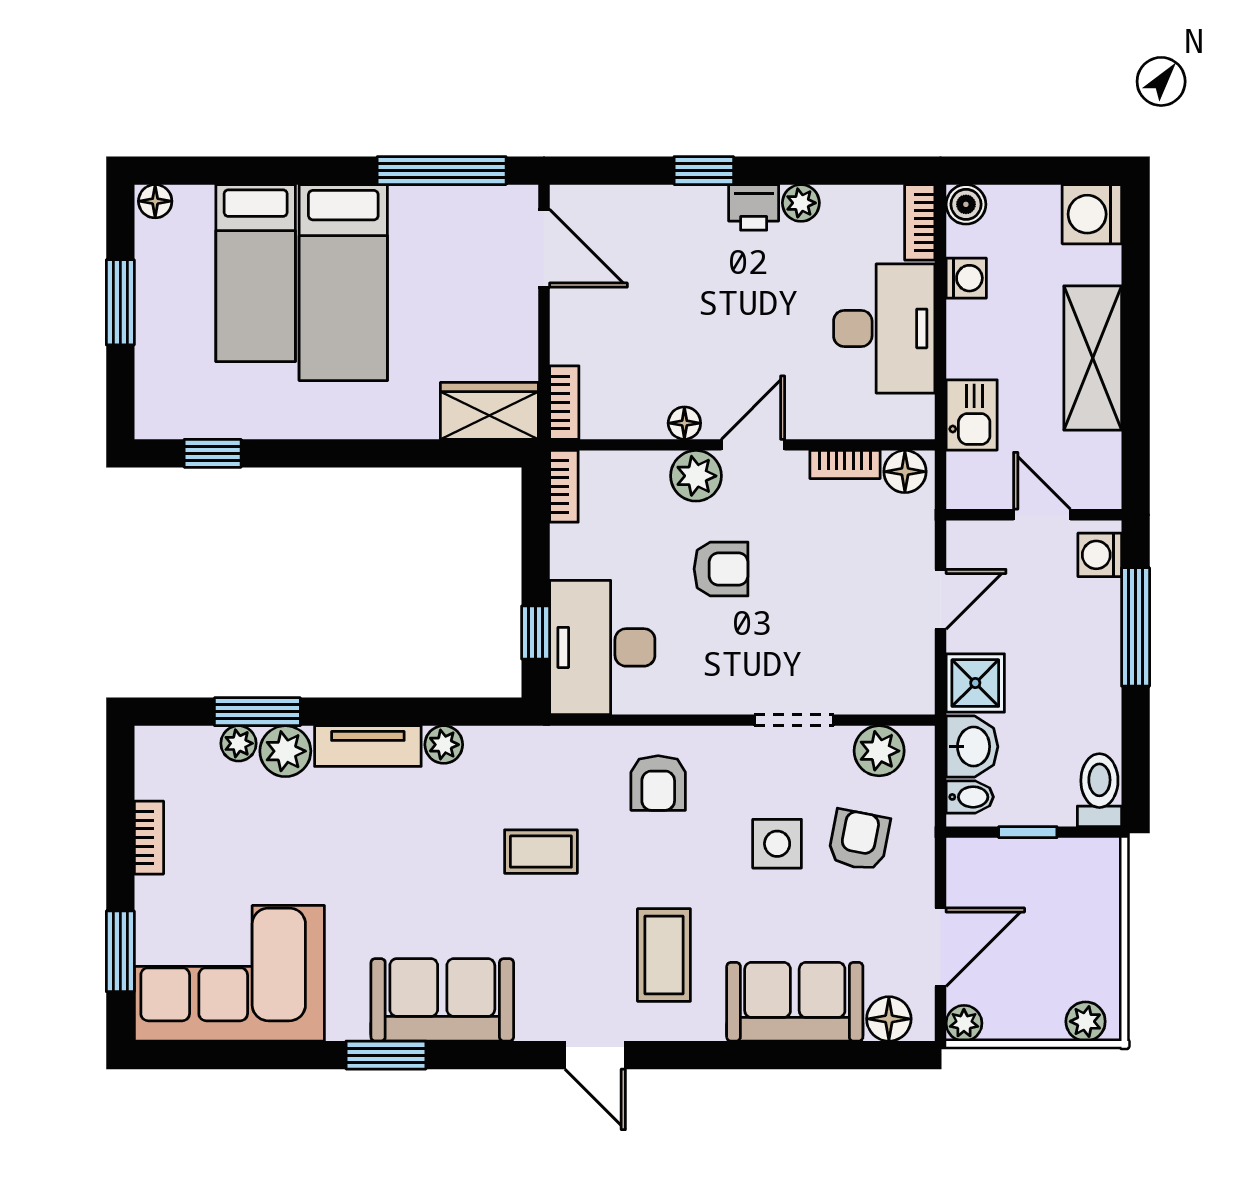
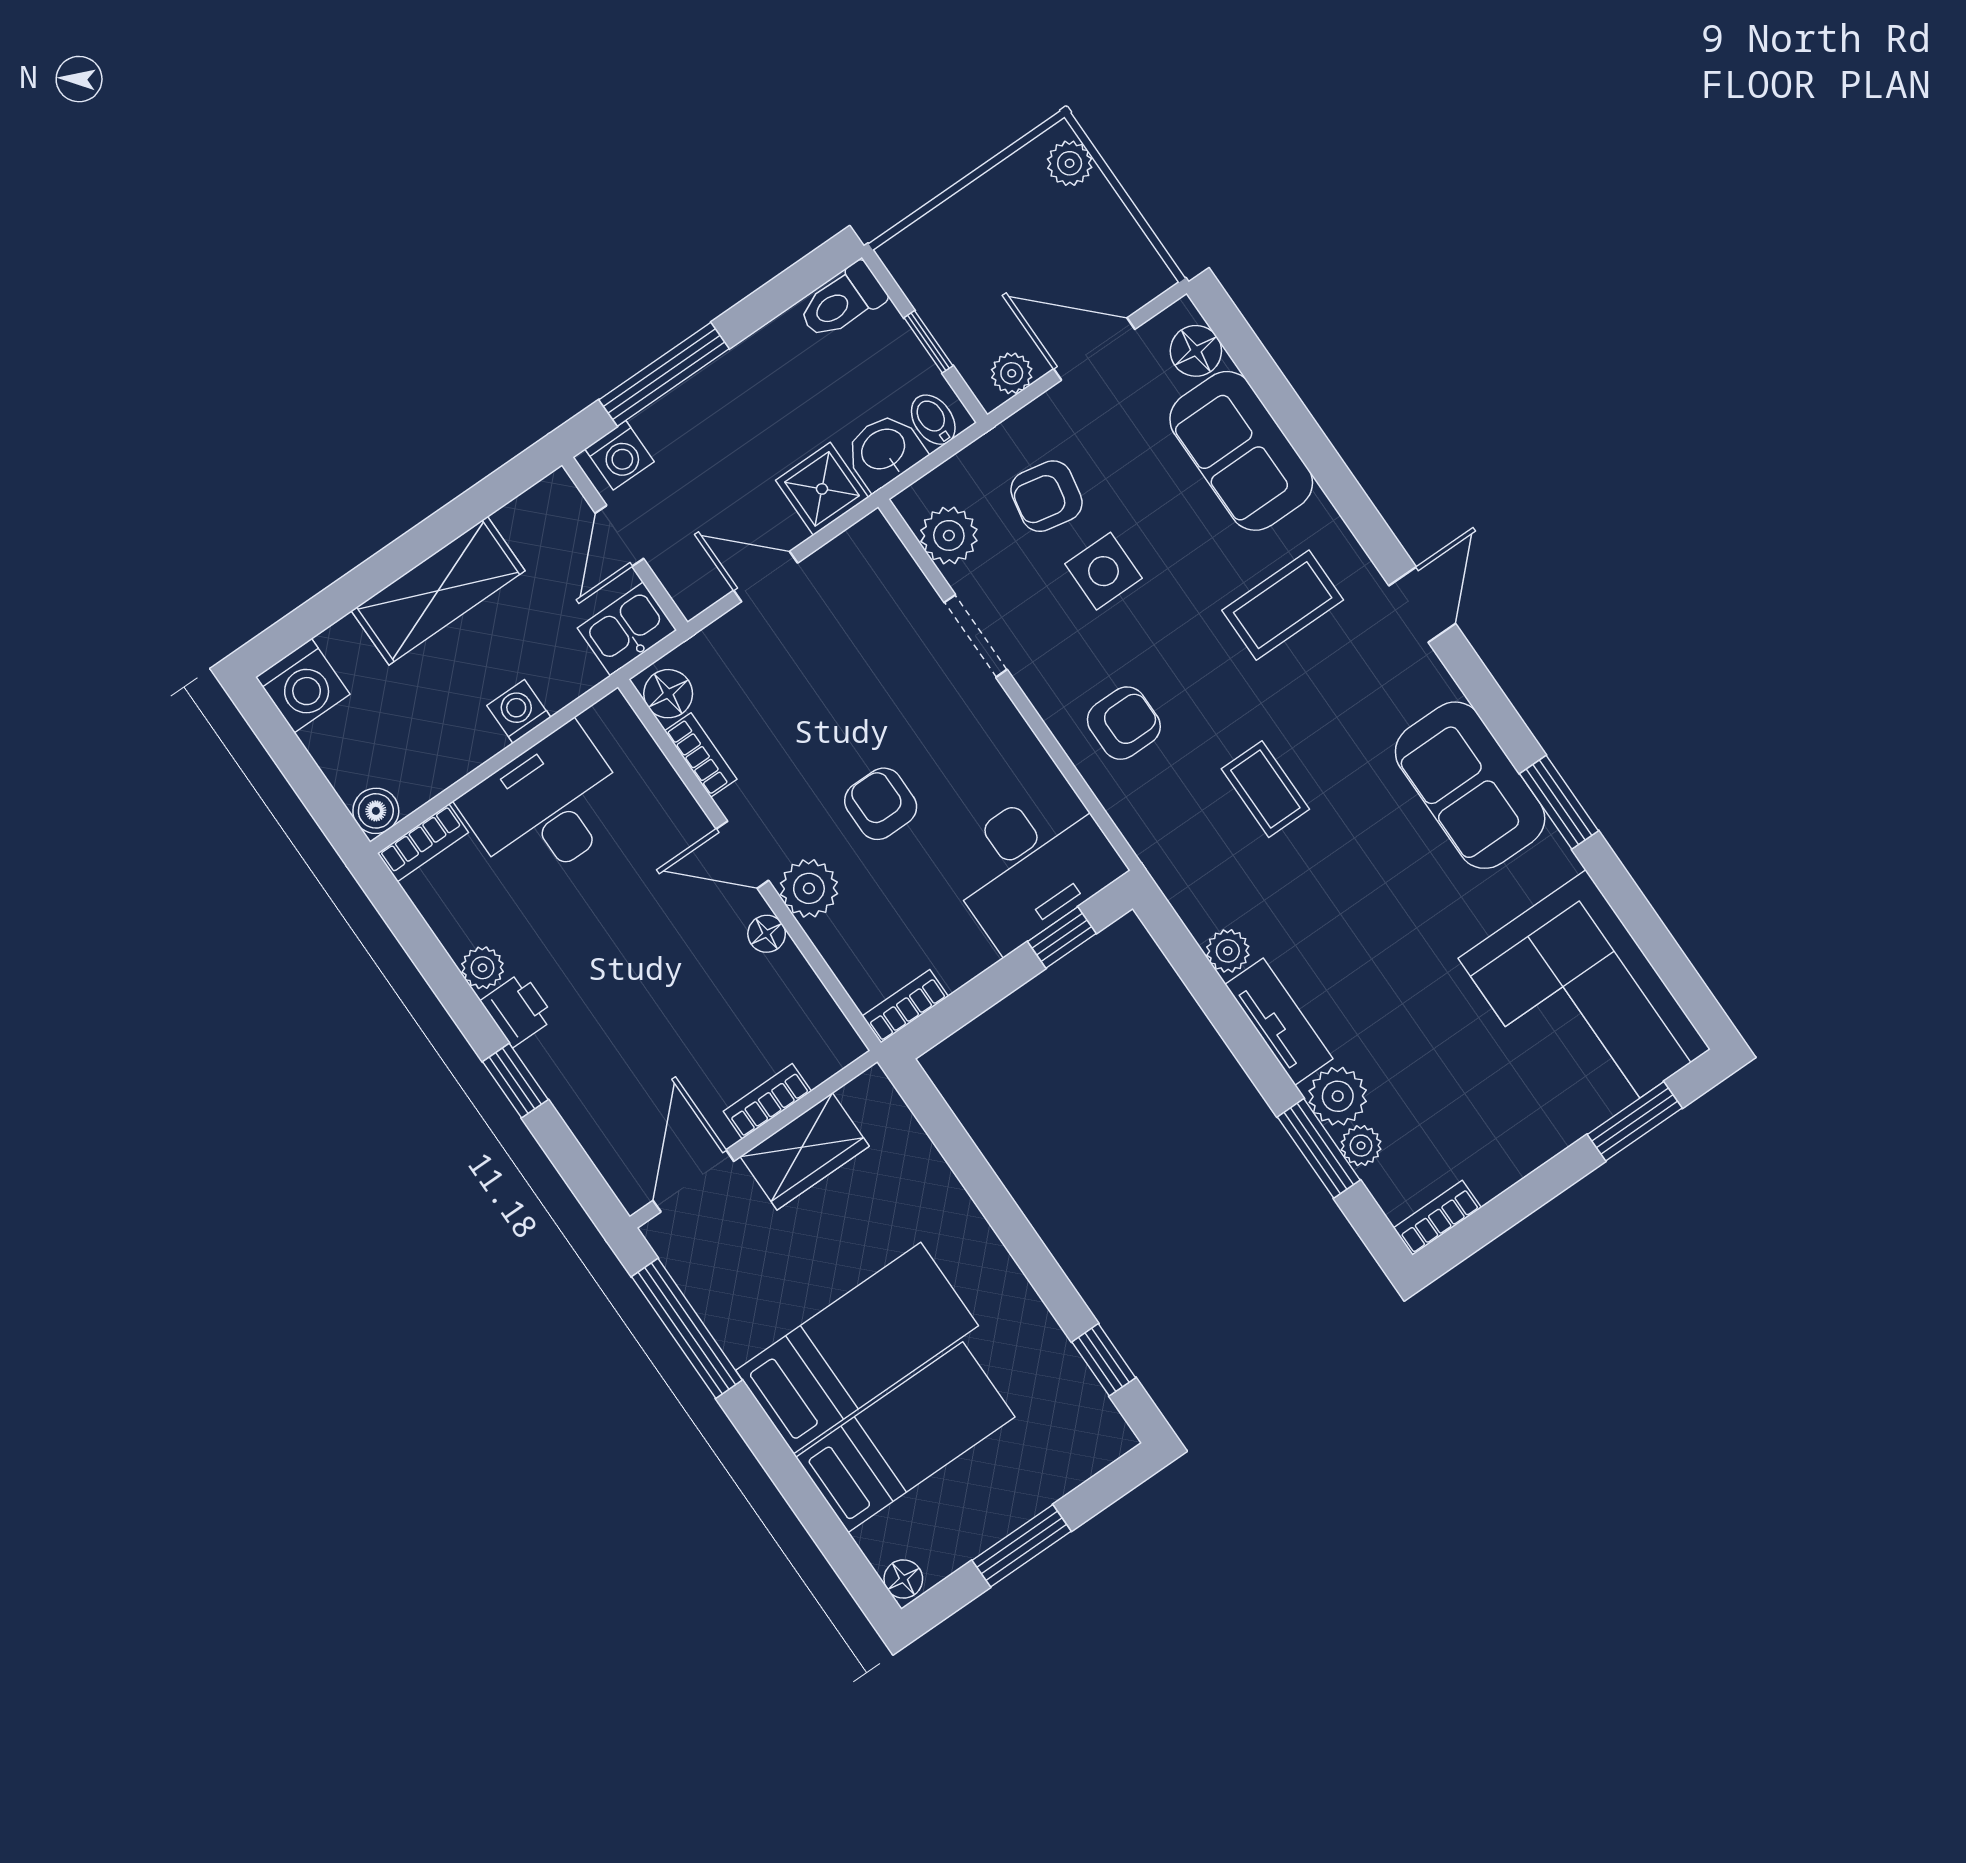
washing machine: (966, 278) -> (519, 711), moved
bookcase: (564, 403) -> (767, 1101), moved
wardrobe: (489, 411) -> (805, 1151), moved, turned -90
kitchen sink: (972, 415) -> (627, 629), moved
bookcase: (149, 838) -> (1437, 1218), moved
plant: (964, 1023) -> (1012, 373), moved

